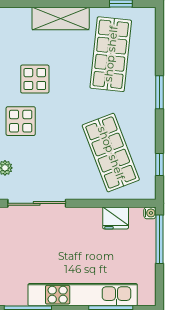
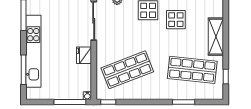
window: (160, 92) -> (184, 102), moved
window: (160, 165) -> (108, 102), moved
fridge: (116, 218) -> (84, 55), moved

